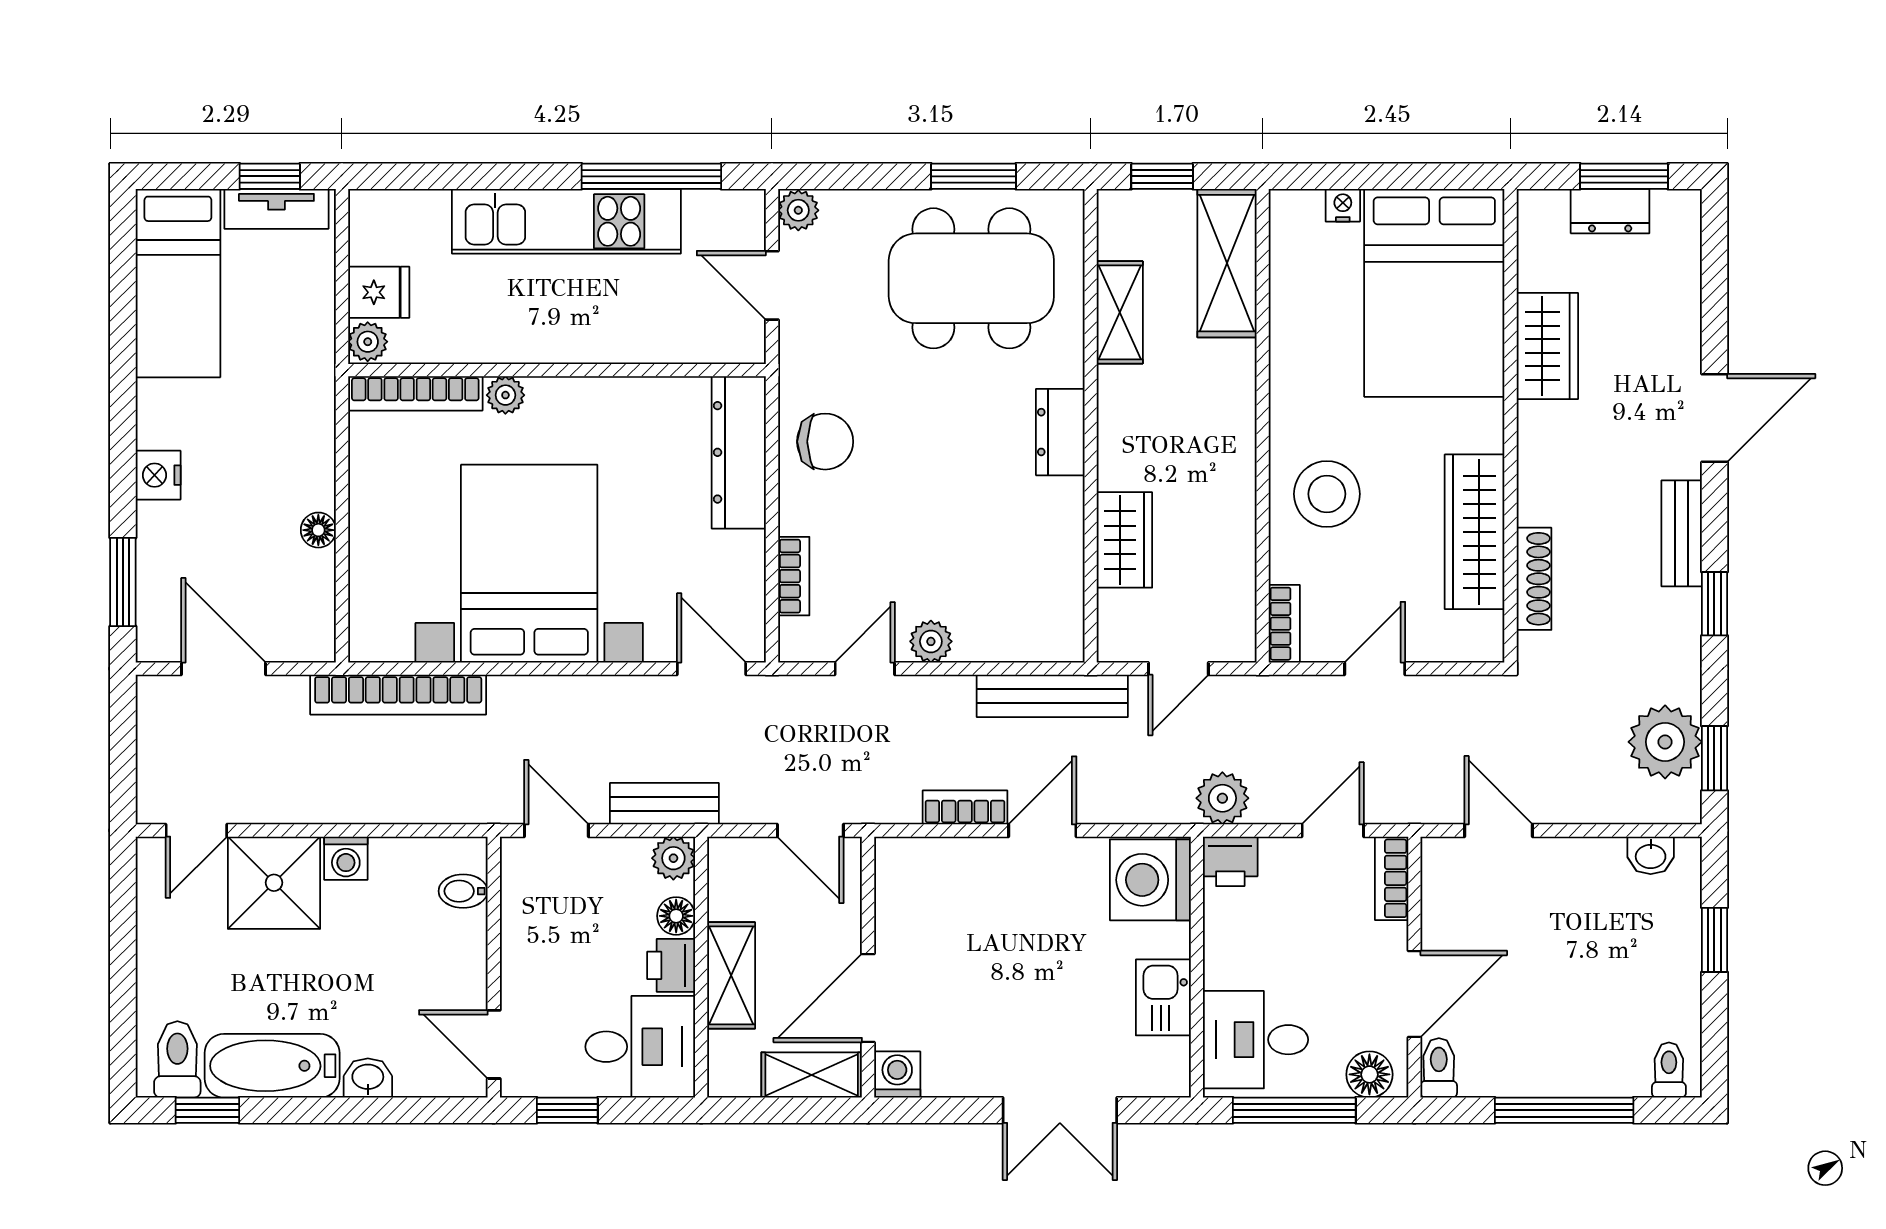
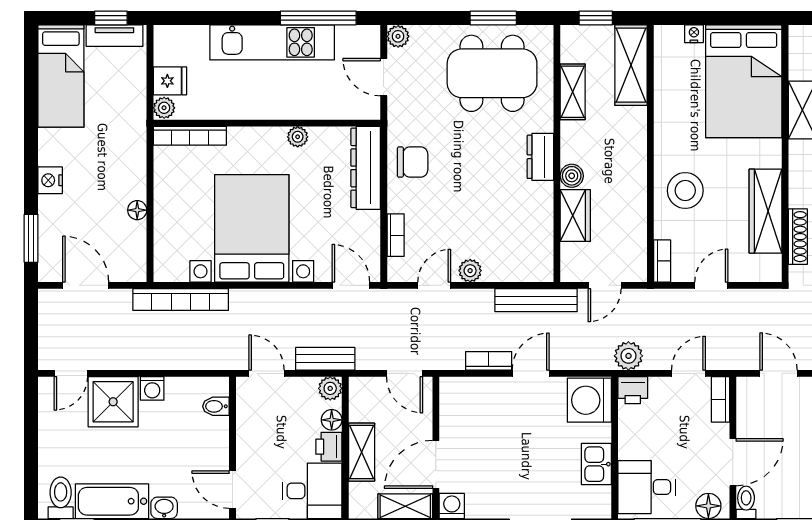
plant: (505, 395) -> (298, 137), moved
boiler: (1118, 467) -> (572, 176), added

